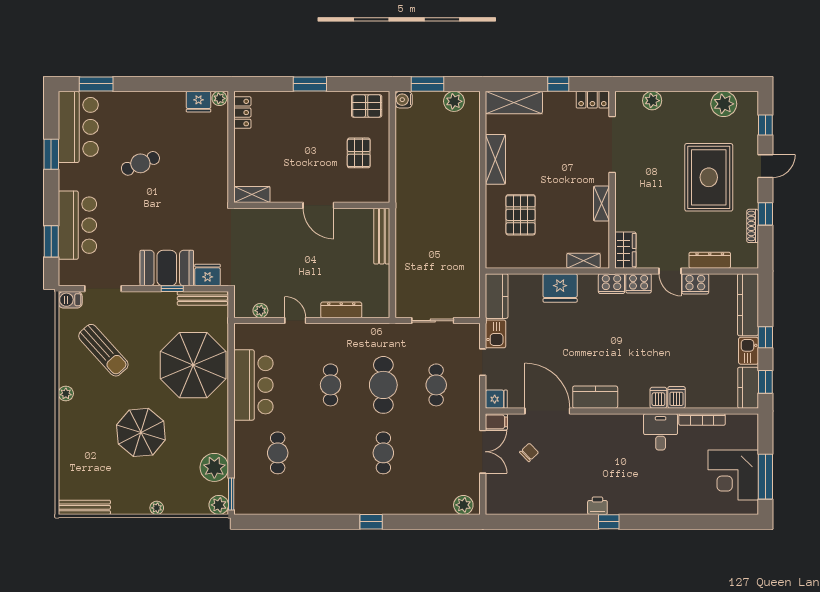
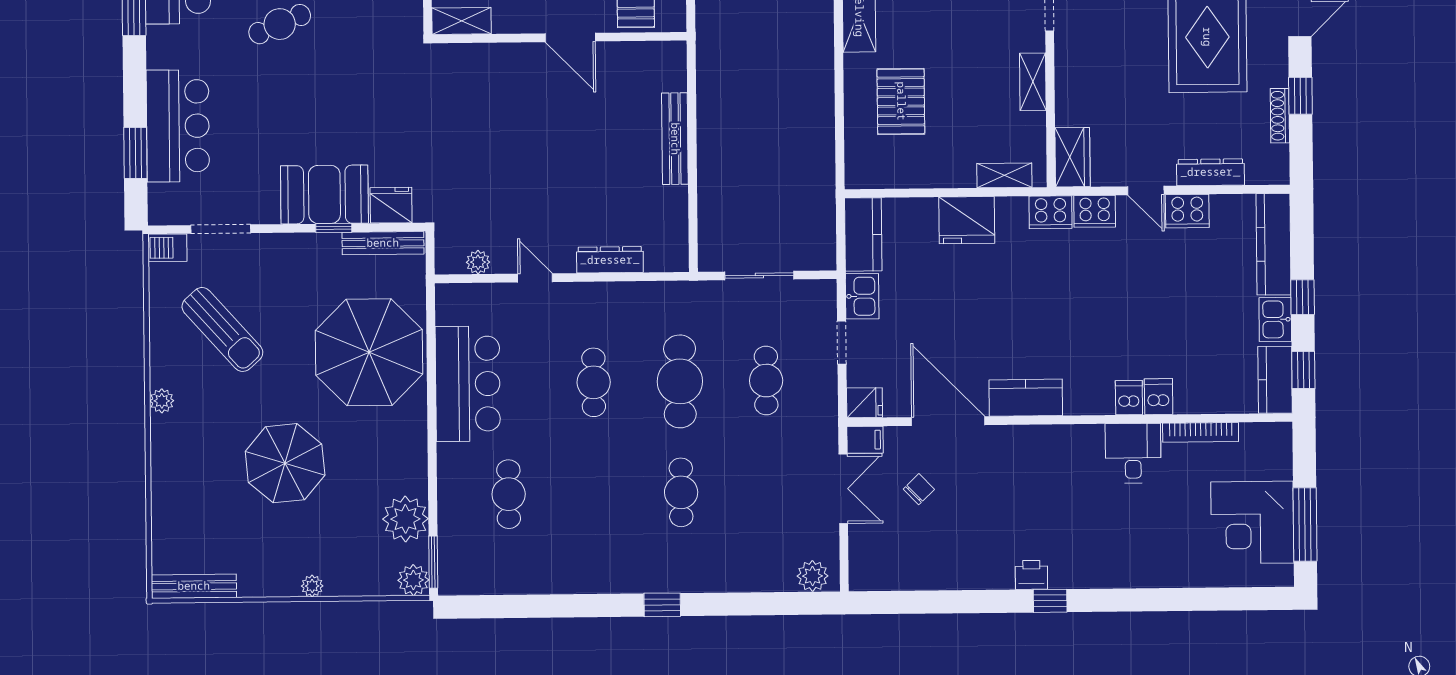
shelving: (252, 195) -> (462, 21), moved
wall: (312, 205) -> (559, 38), moved
door: (318, 205) -> (570, 37), moved

